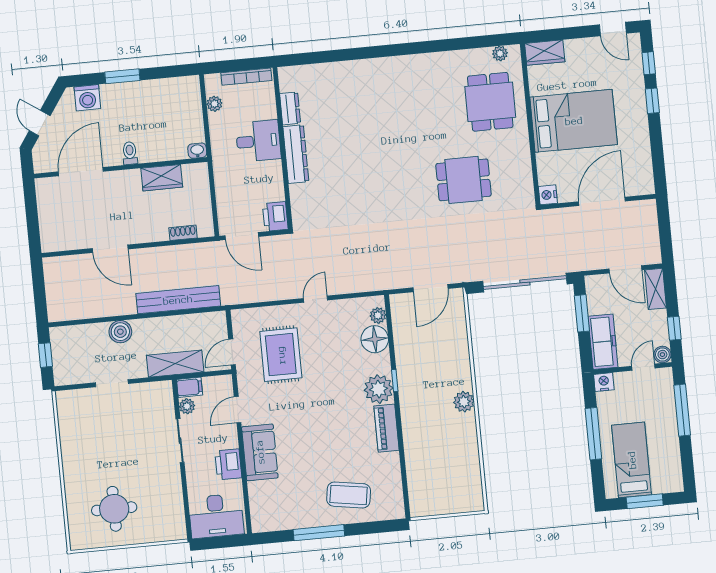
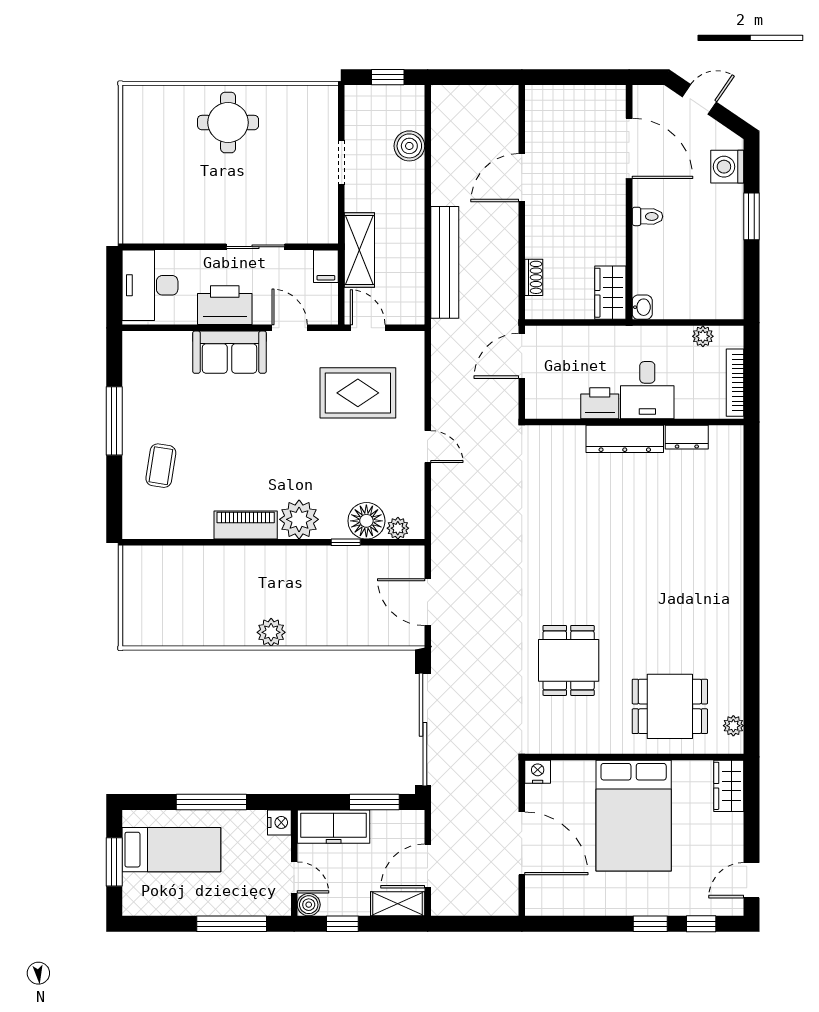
wardrobe: (162, 178) -> (610, 293), moved
printer: (275, 216) -> (600, 403), moved
boiler: (120, 332) -> (409, 146), moved
window: (395, 380) -> (346, 542), moved
plant: (187, 406) -> (301, 260), removed
printer: (228, 464) -> (225, 305), width x1.37, depth x1.19
coffee table: (349, 495) -> (161, 466), width x0.73, depth x0.77
round table: (114, 509) -> (228, 123), moved

